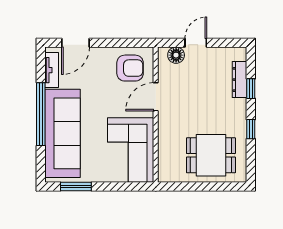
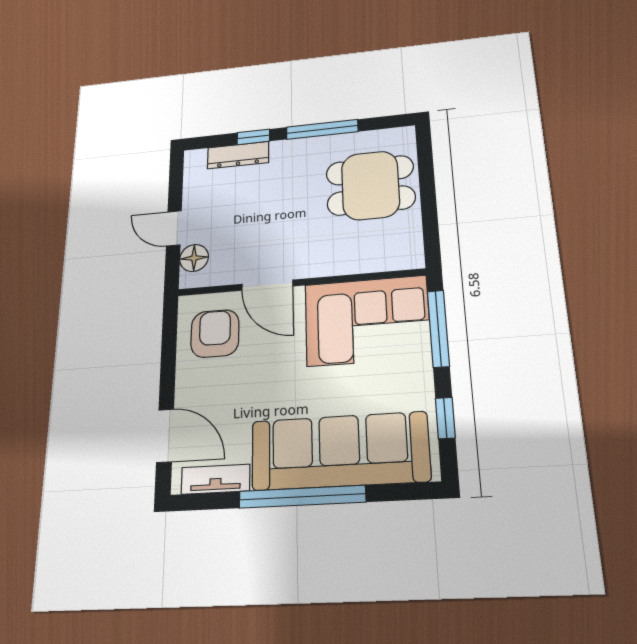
window: (251, 129) -> (322, 129), width x2.17
dining table: (211, 155) -> (370, 185), turned 90
window: (76, 186) -> (445, 418), width x0.67
window: (123, 186) -> (438, 328), added

